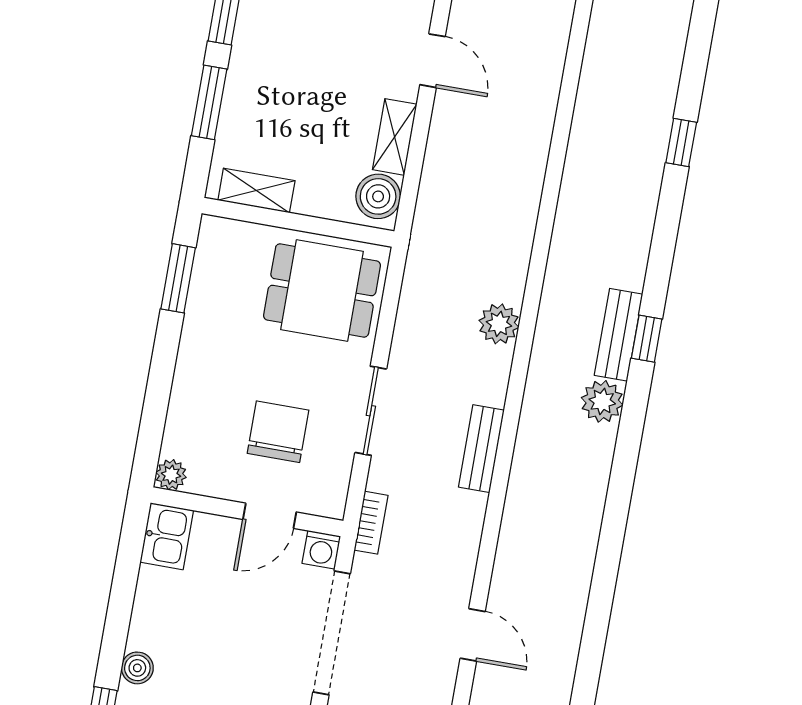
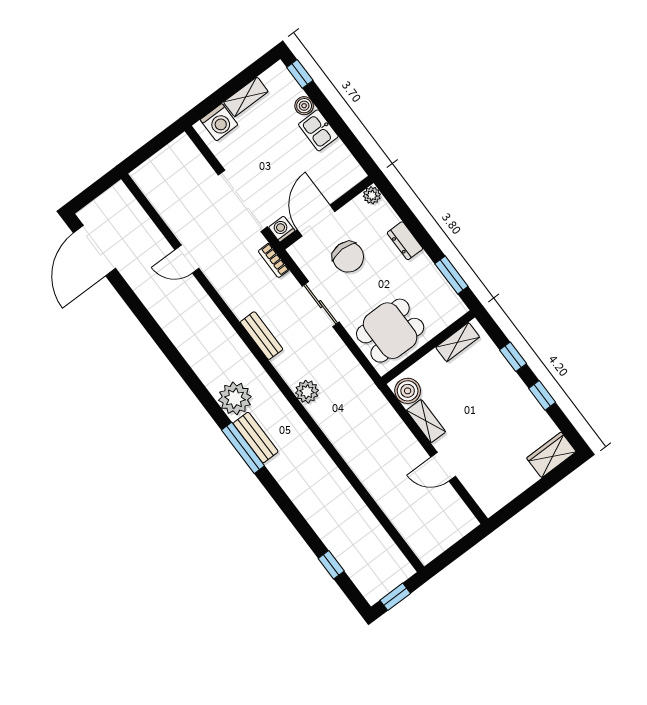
window: (209, 102) -> (513, 357), width x0.67
window: (681, 143) -> (331, 565), moved
window: (647, 339) -> (243, 448), width x2.17
dresser: (190, 378) -> (405, 241), added
plant: (602, 401) -> (235, 398), width x1.36, depth x1.36
door: (270, 516) -> (316, 221), width x1.38
kitchen sink: (167, 536) -> (318, 130), moved

